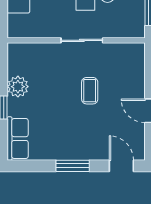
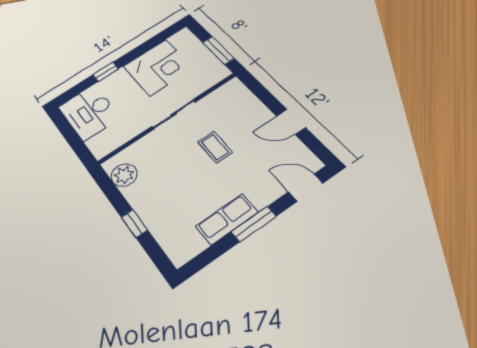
plant: (18, 87) -> (124, 175), moved
row of seats: (18, 139) -> (227, 219), moved, turned -90

